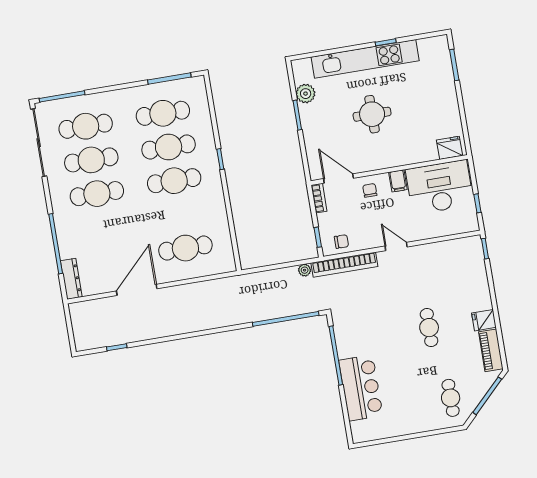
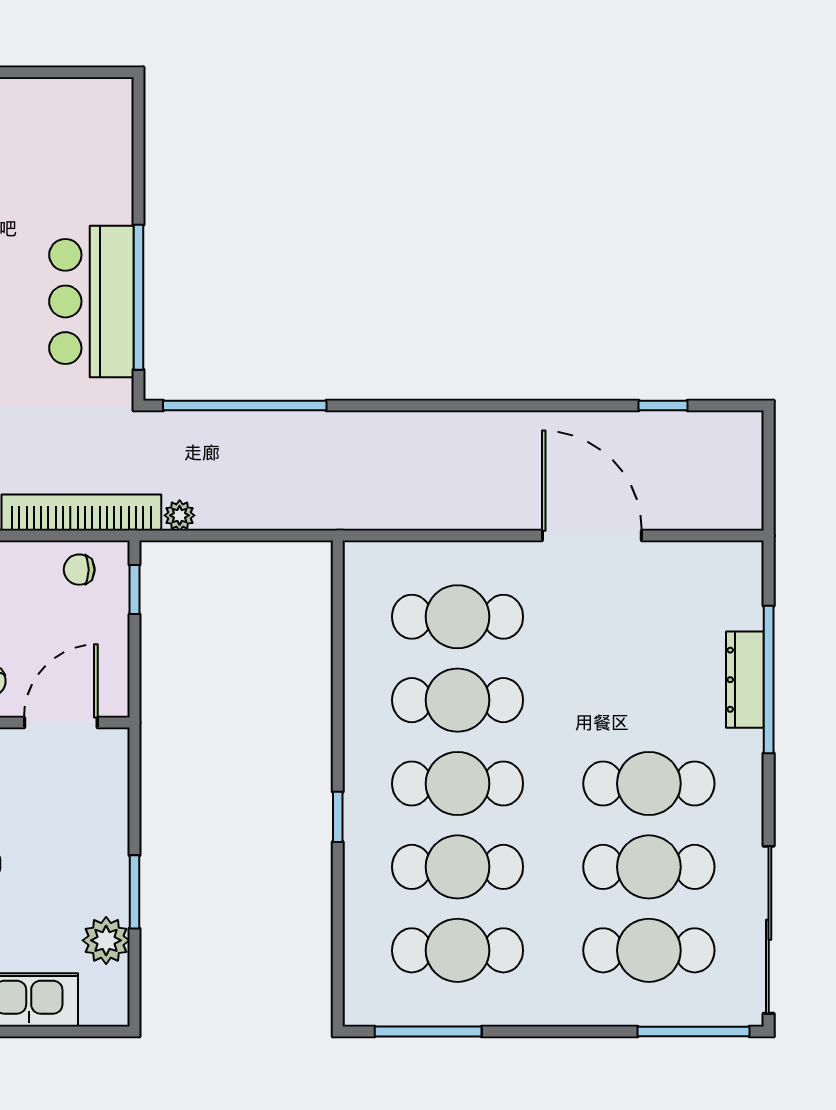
door: (338, 178) -> (61, 723), swing flipped
bookcase: (319, 198) -> (116, 683), removed
cafe table: (180, 214) -> (458, 700), added
dresser: (71, 279) -> (745, 680), moved
door: (137, 290) -> (592, 536), swing flipped
bar counter: (361, 388) -> (91, 301), moved

